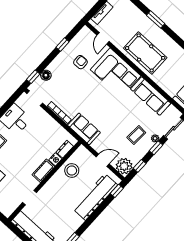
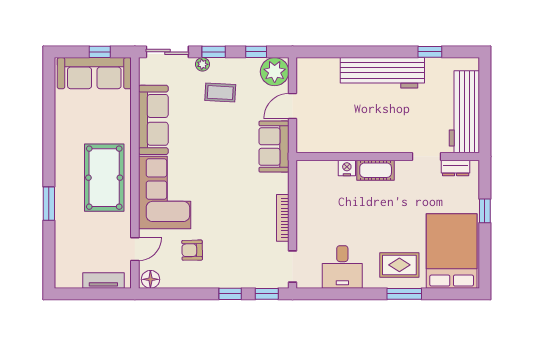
window: (63, 45) -> (230, 294), moved
floor lamp: (46, 75) -> (150, 279), moved
sofa: (84, 129) -> (274, 147), moved
dresser: (65, 149) -> (456, 168), moved
door: (103, 160) -> (292, 106), hinge flipped
stool: (72, 171) -> (342, 134), removed
window: (117, 191) -> (315, 52), removed
workbench: (95, 197) -> (382, 73), moved

